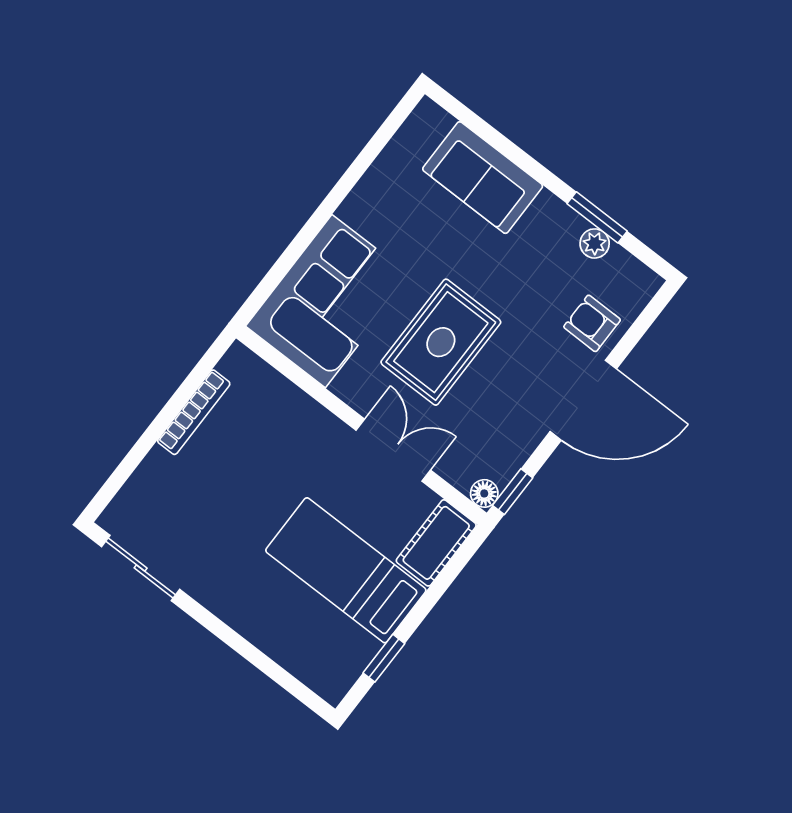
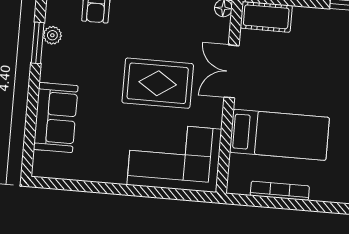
bed: (346, 570) -> (279, 135), moved, turned -90

